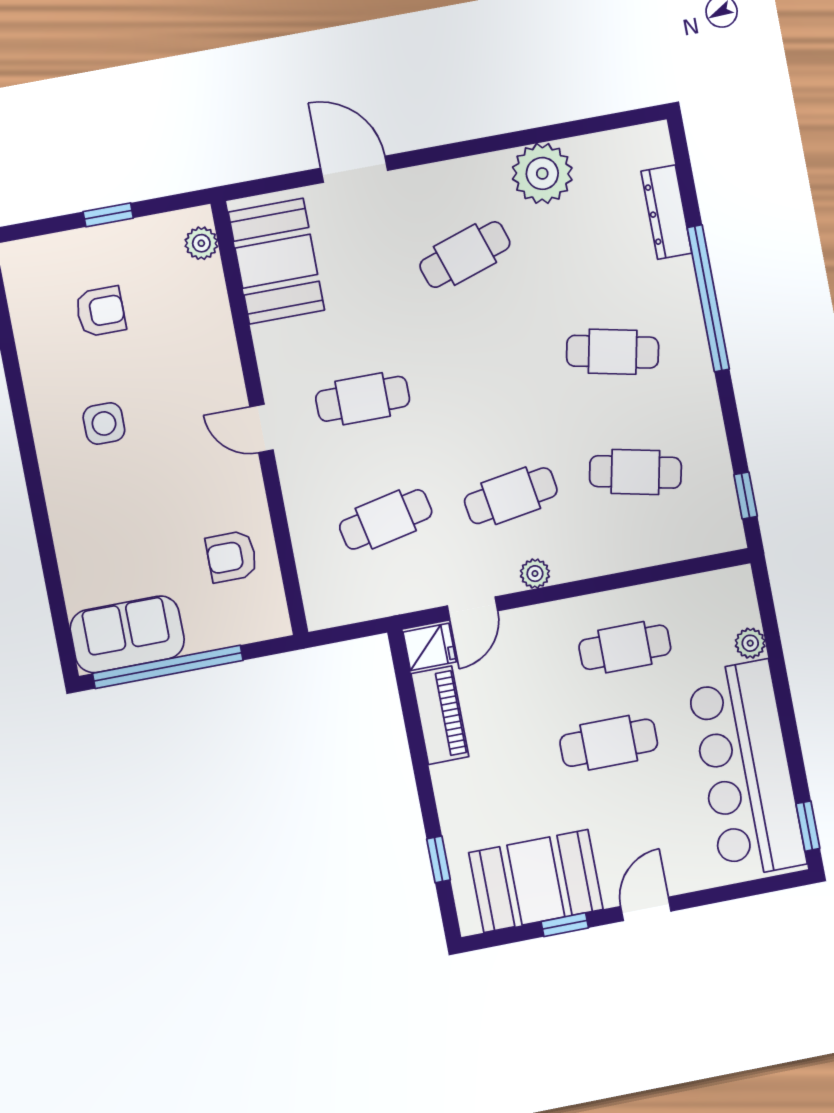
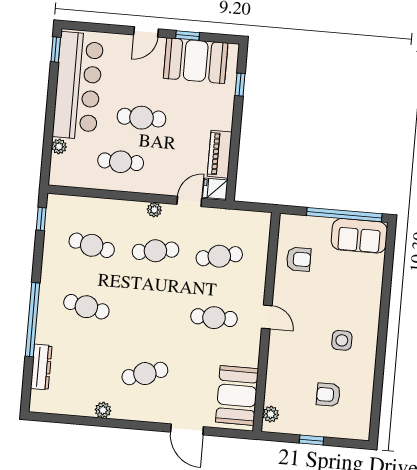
plant: (542, 173) -> (103, 410), width x0.53, depth x0.53

